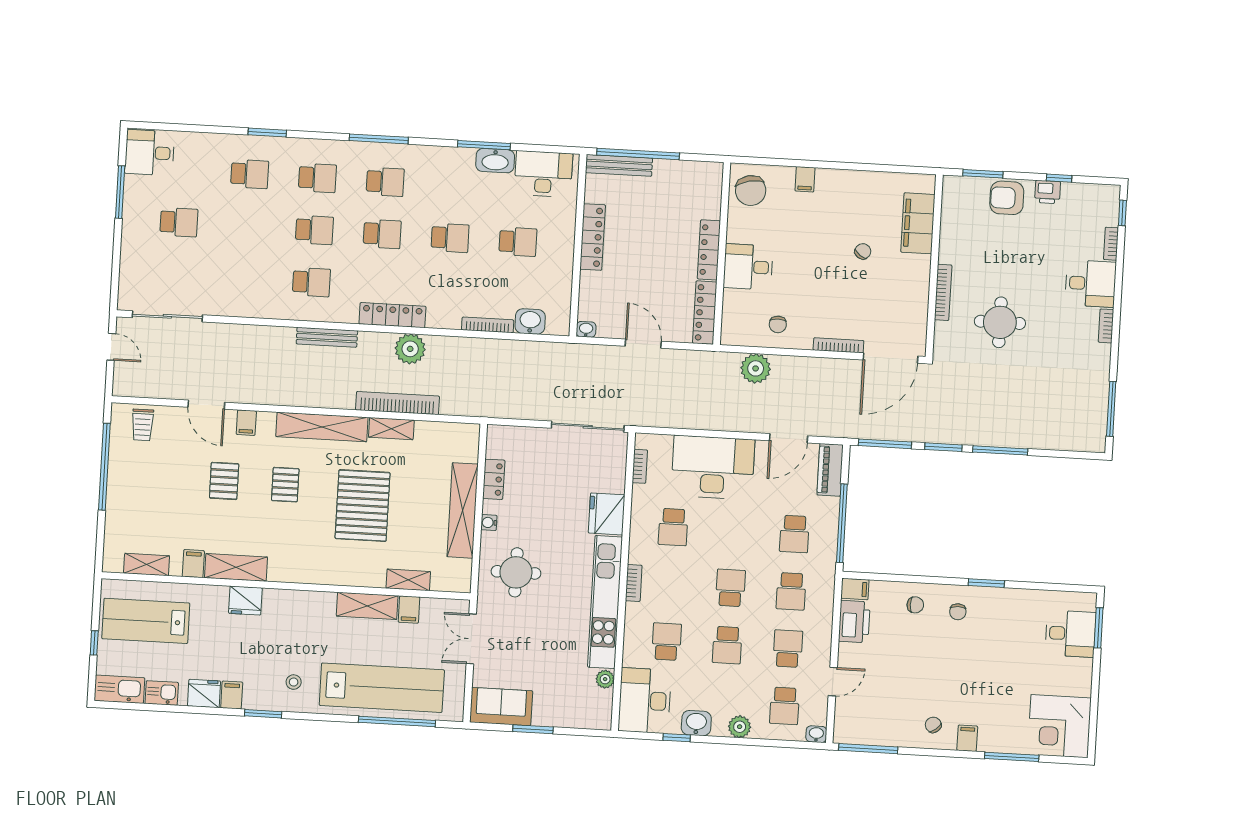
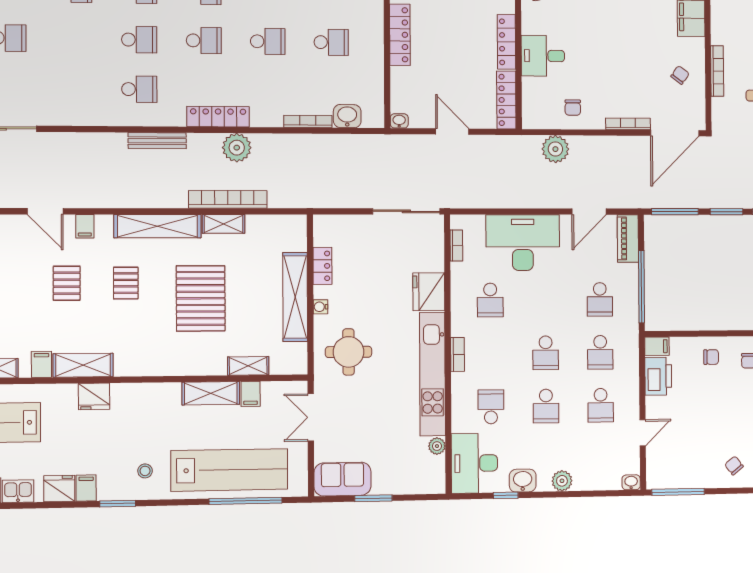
chair: (863, 251) -> (680, 75), moved
school desk: (730, 588) -> (546, 353), turned 180
school desk: (788, 649) -> (601, 405), turned 180
school desk: (785, 706) -> (601, 458), removed

